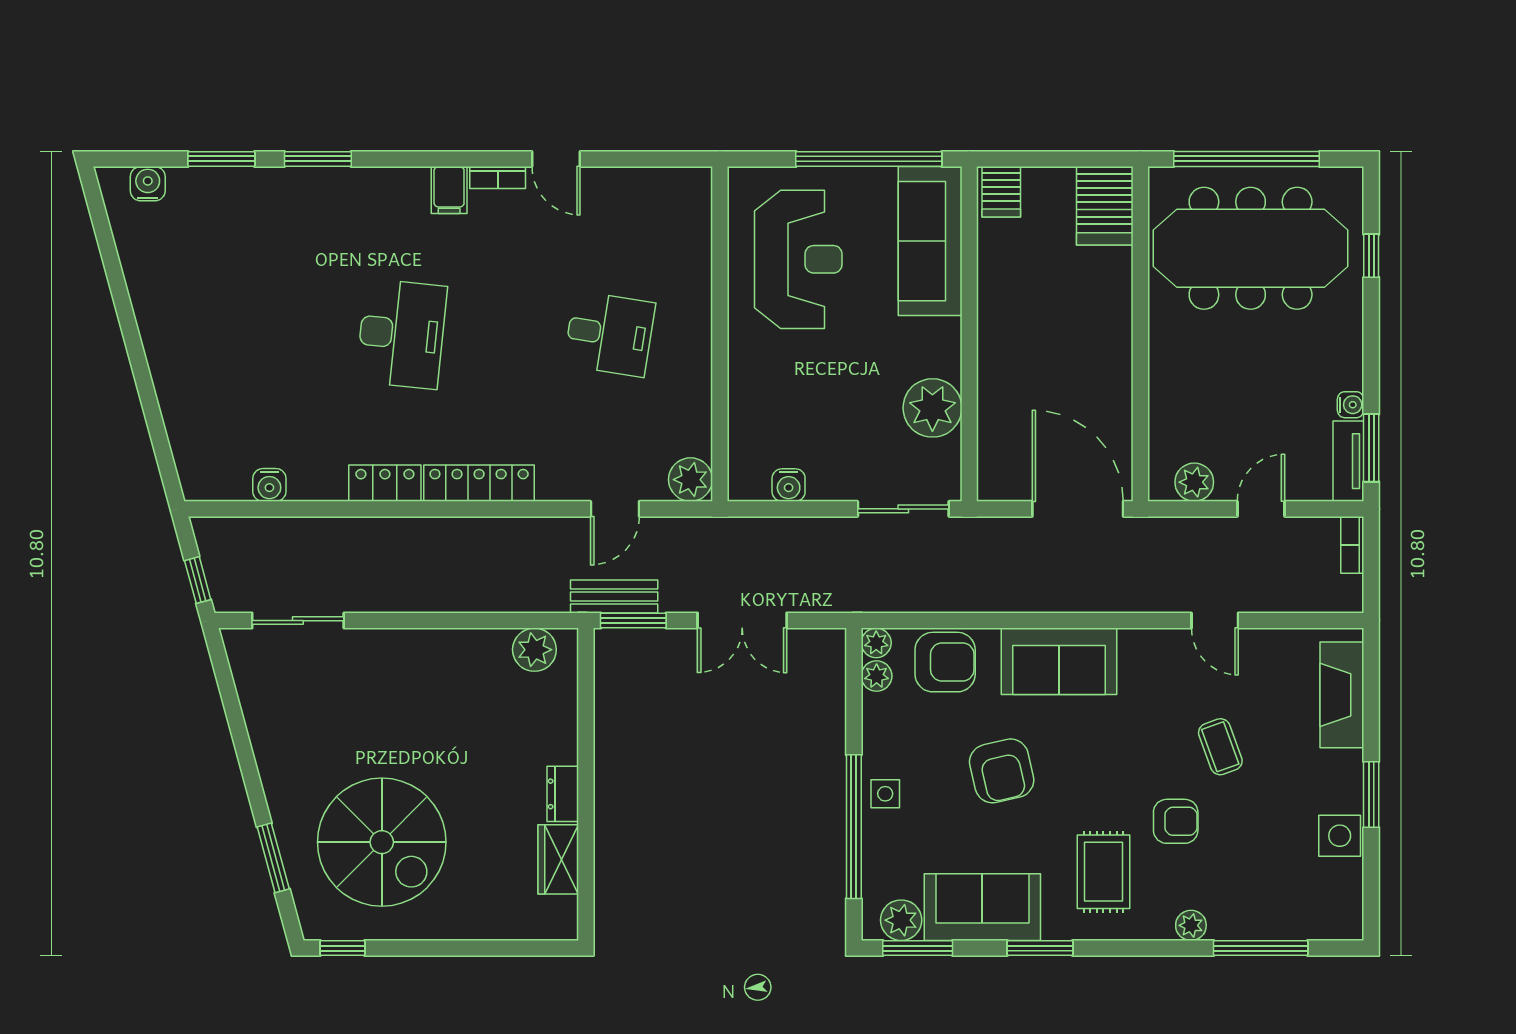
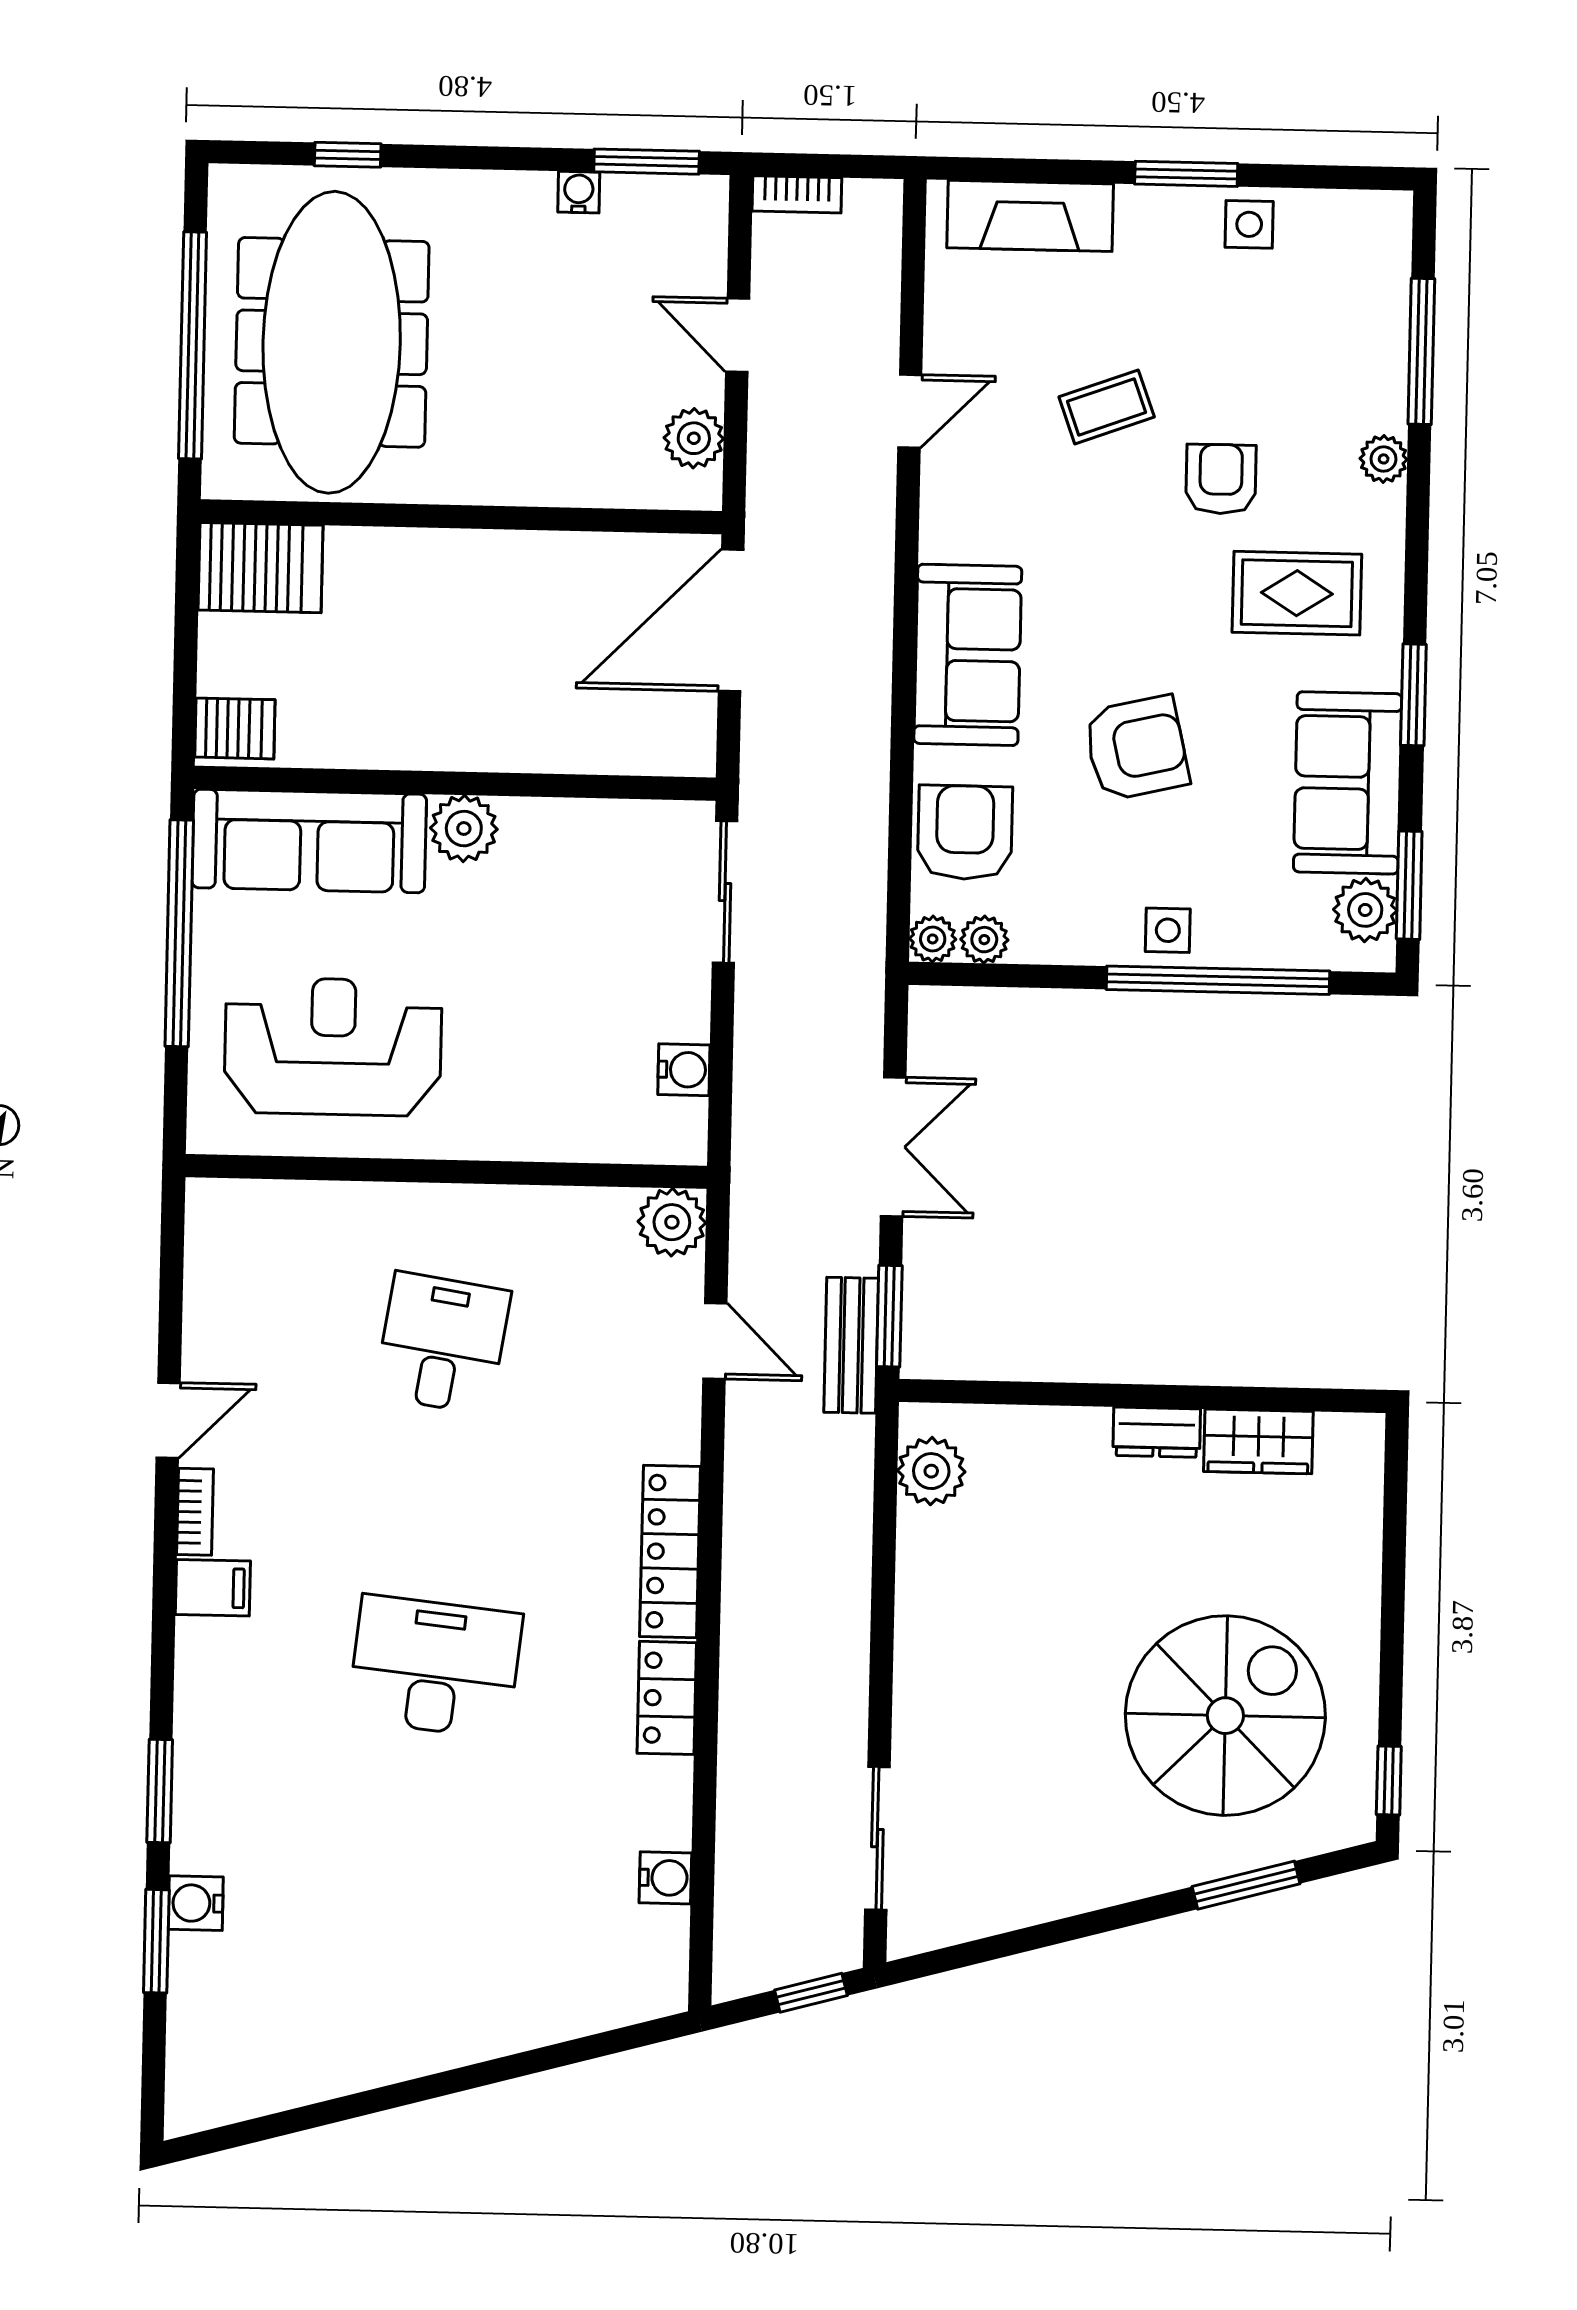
water cooler: (148, 184) -> (196, 1903), moved
plant: (932, 408) -> (464, 829), moved, width x0.73, depth x0.73
tv unit: (1348, 461) -> (666, 198), removed
side table: (1340, 836) -> (1249, 224), width x0.73, depth x0.73

